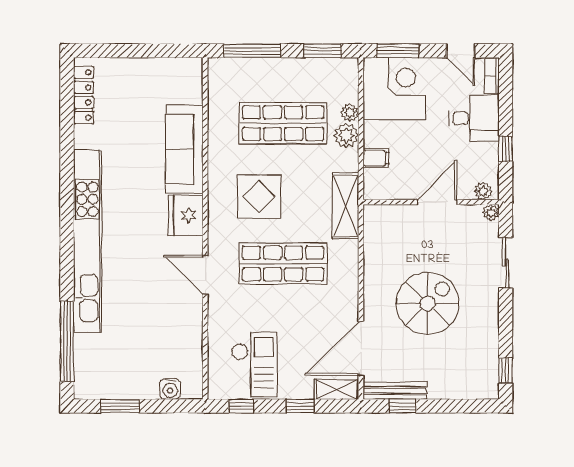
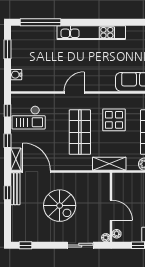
filing cabinet: (376, 158) -> (133, 179), removed
fridge: (186, 215) -> (104, 83), removed
kitchen unit: (87, 241) -> (91, 33), width x0.73

